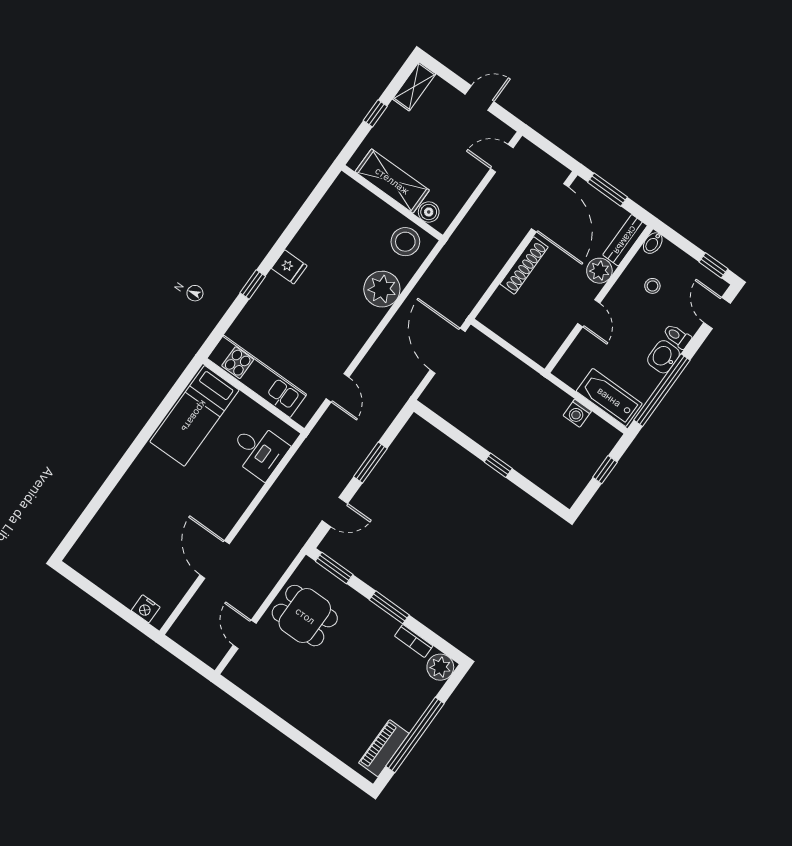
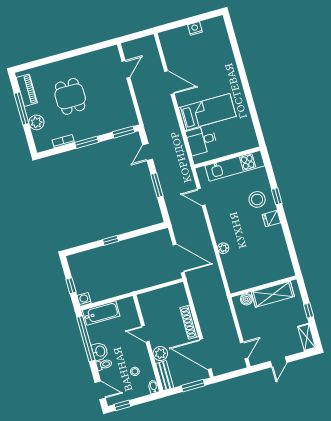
stool: (405, 242) -> (257, 199), moved
plant: (382, 289) -> (223, 248), width x0.53, depth x0.53
washing machine: (577, 413) -> (84, 299), moved
bed: (194, 416) -> (207, 112), moved, turned 90
nightstand: (146, 609) -> (195, 28), moved
dining table: (305, 616) -> (70, 96), moved, turned 90
door: (245, 634) -> (126, 69), hinge flipped
plant: (440, 667) -> (36, 122), moved
window: (415, 735) -> (21, 109), width x0.68

